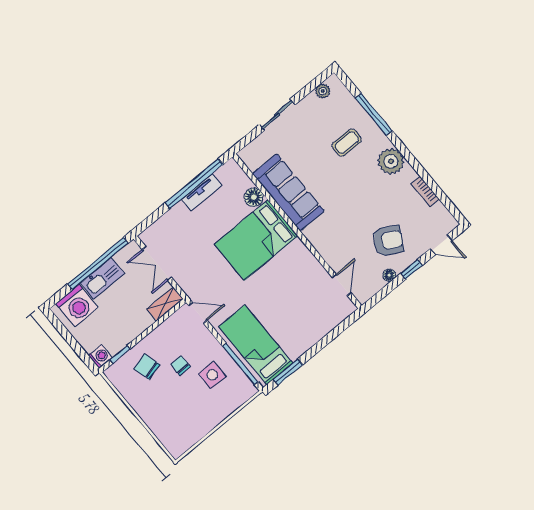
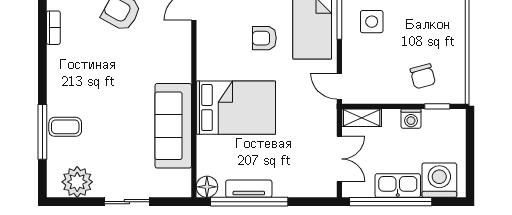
plant: (323, 91) -> (77, 182), width x1.88, depth x1.88
coffee table: (347, 143) -> (65, 127), moved
plant: (391, 161) -> (61, 79), removed
floor lamp: (254, 197) -> (207, 187), moved
armchair: (276, 303) -> (264, 38), added
washing machine: (100, 357) -> (411, 119), moved, turned -90
chair: (180, 365) -> (393, 53), removed

